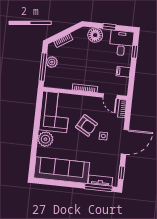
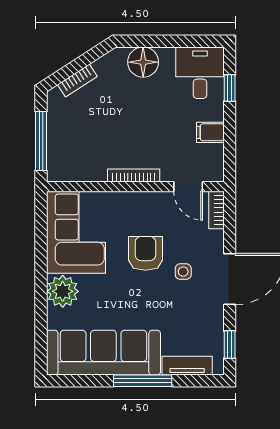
window: (109, 27) -> (171, 41), removed
plant: (52, 62) -> (58, 128), removed
armchair: (86, 125) -> (145, 253), turned -120
window: (98, 188) -> (143, 381), moved

